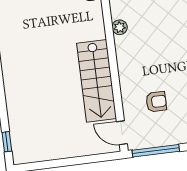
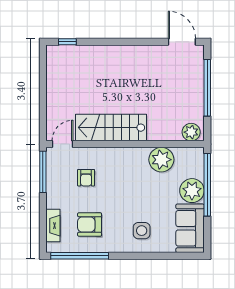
plant: (120, 27) -> (161, 160), width x1.88, depth x1.88

